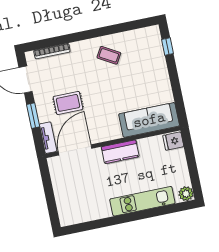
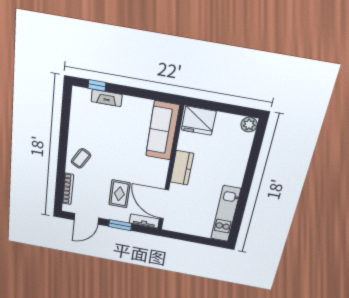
coffee table: (109, 55) -> (81, 158), moved
fireplace: (159, 59) -> (107, 98), added
fridge: (173, 141) -> (199, 121), width x1.88, depth x1.34
kitchen unit: (142, 201) -> (226, 214), moved

